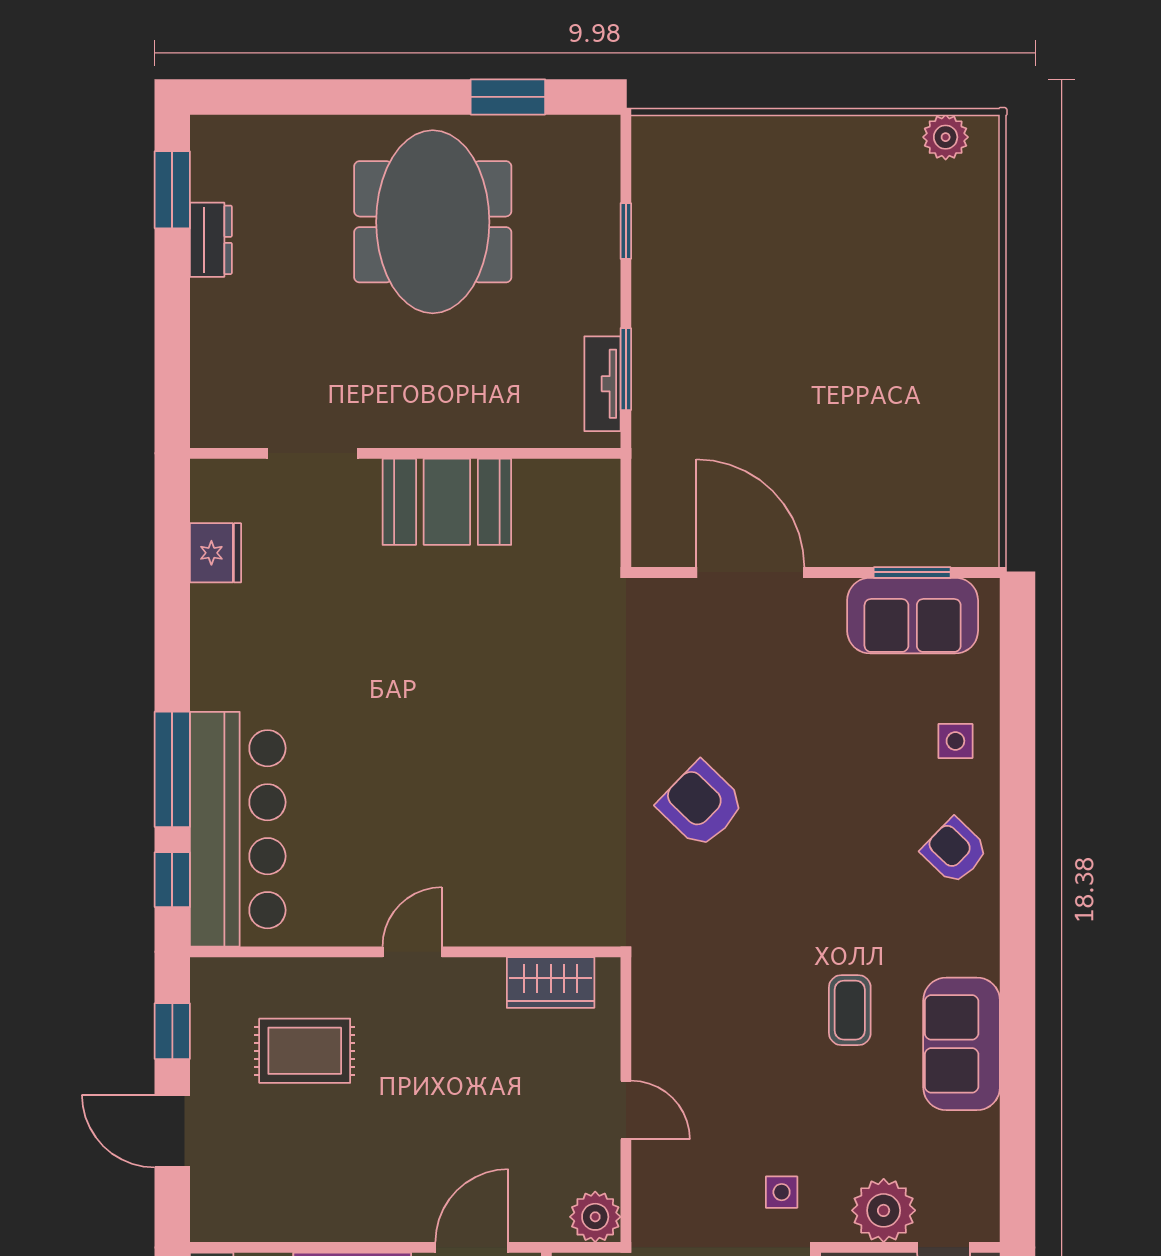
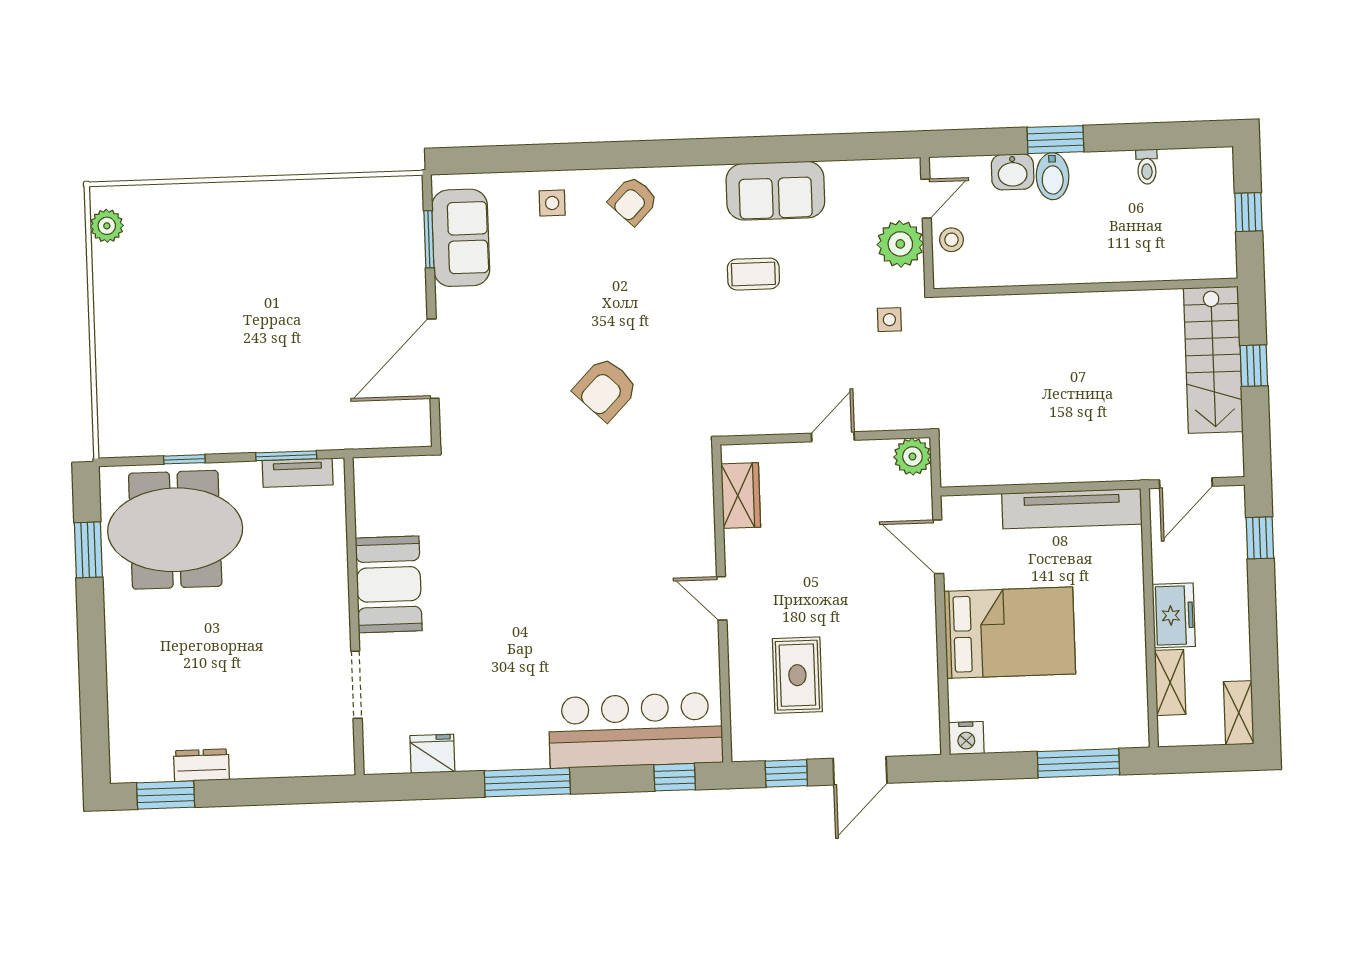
meeting table: (433, 222) -> (175, 530), moved
window: (172, 769) -> (527, 782), moved

